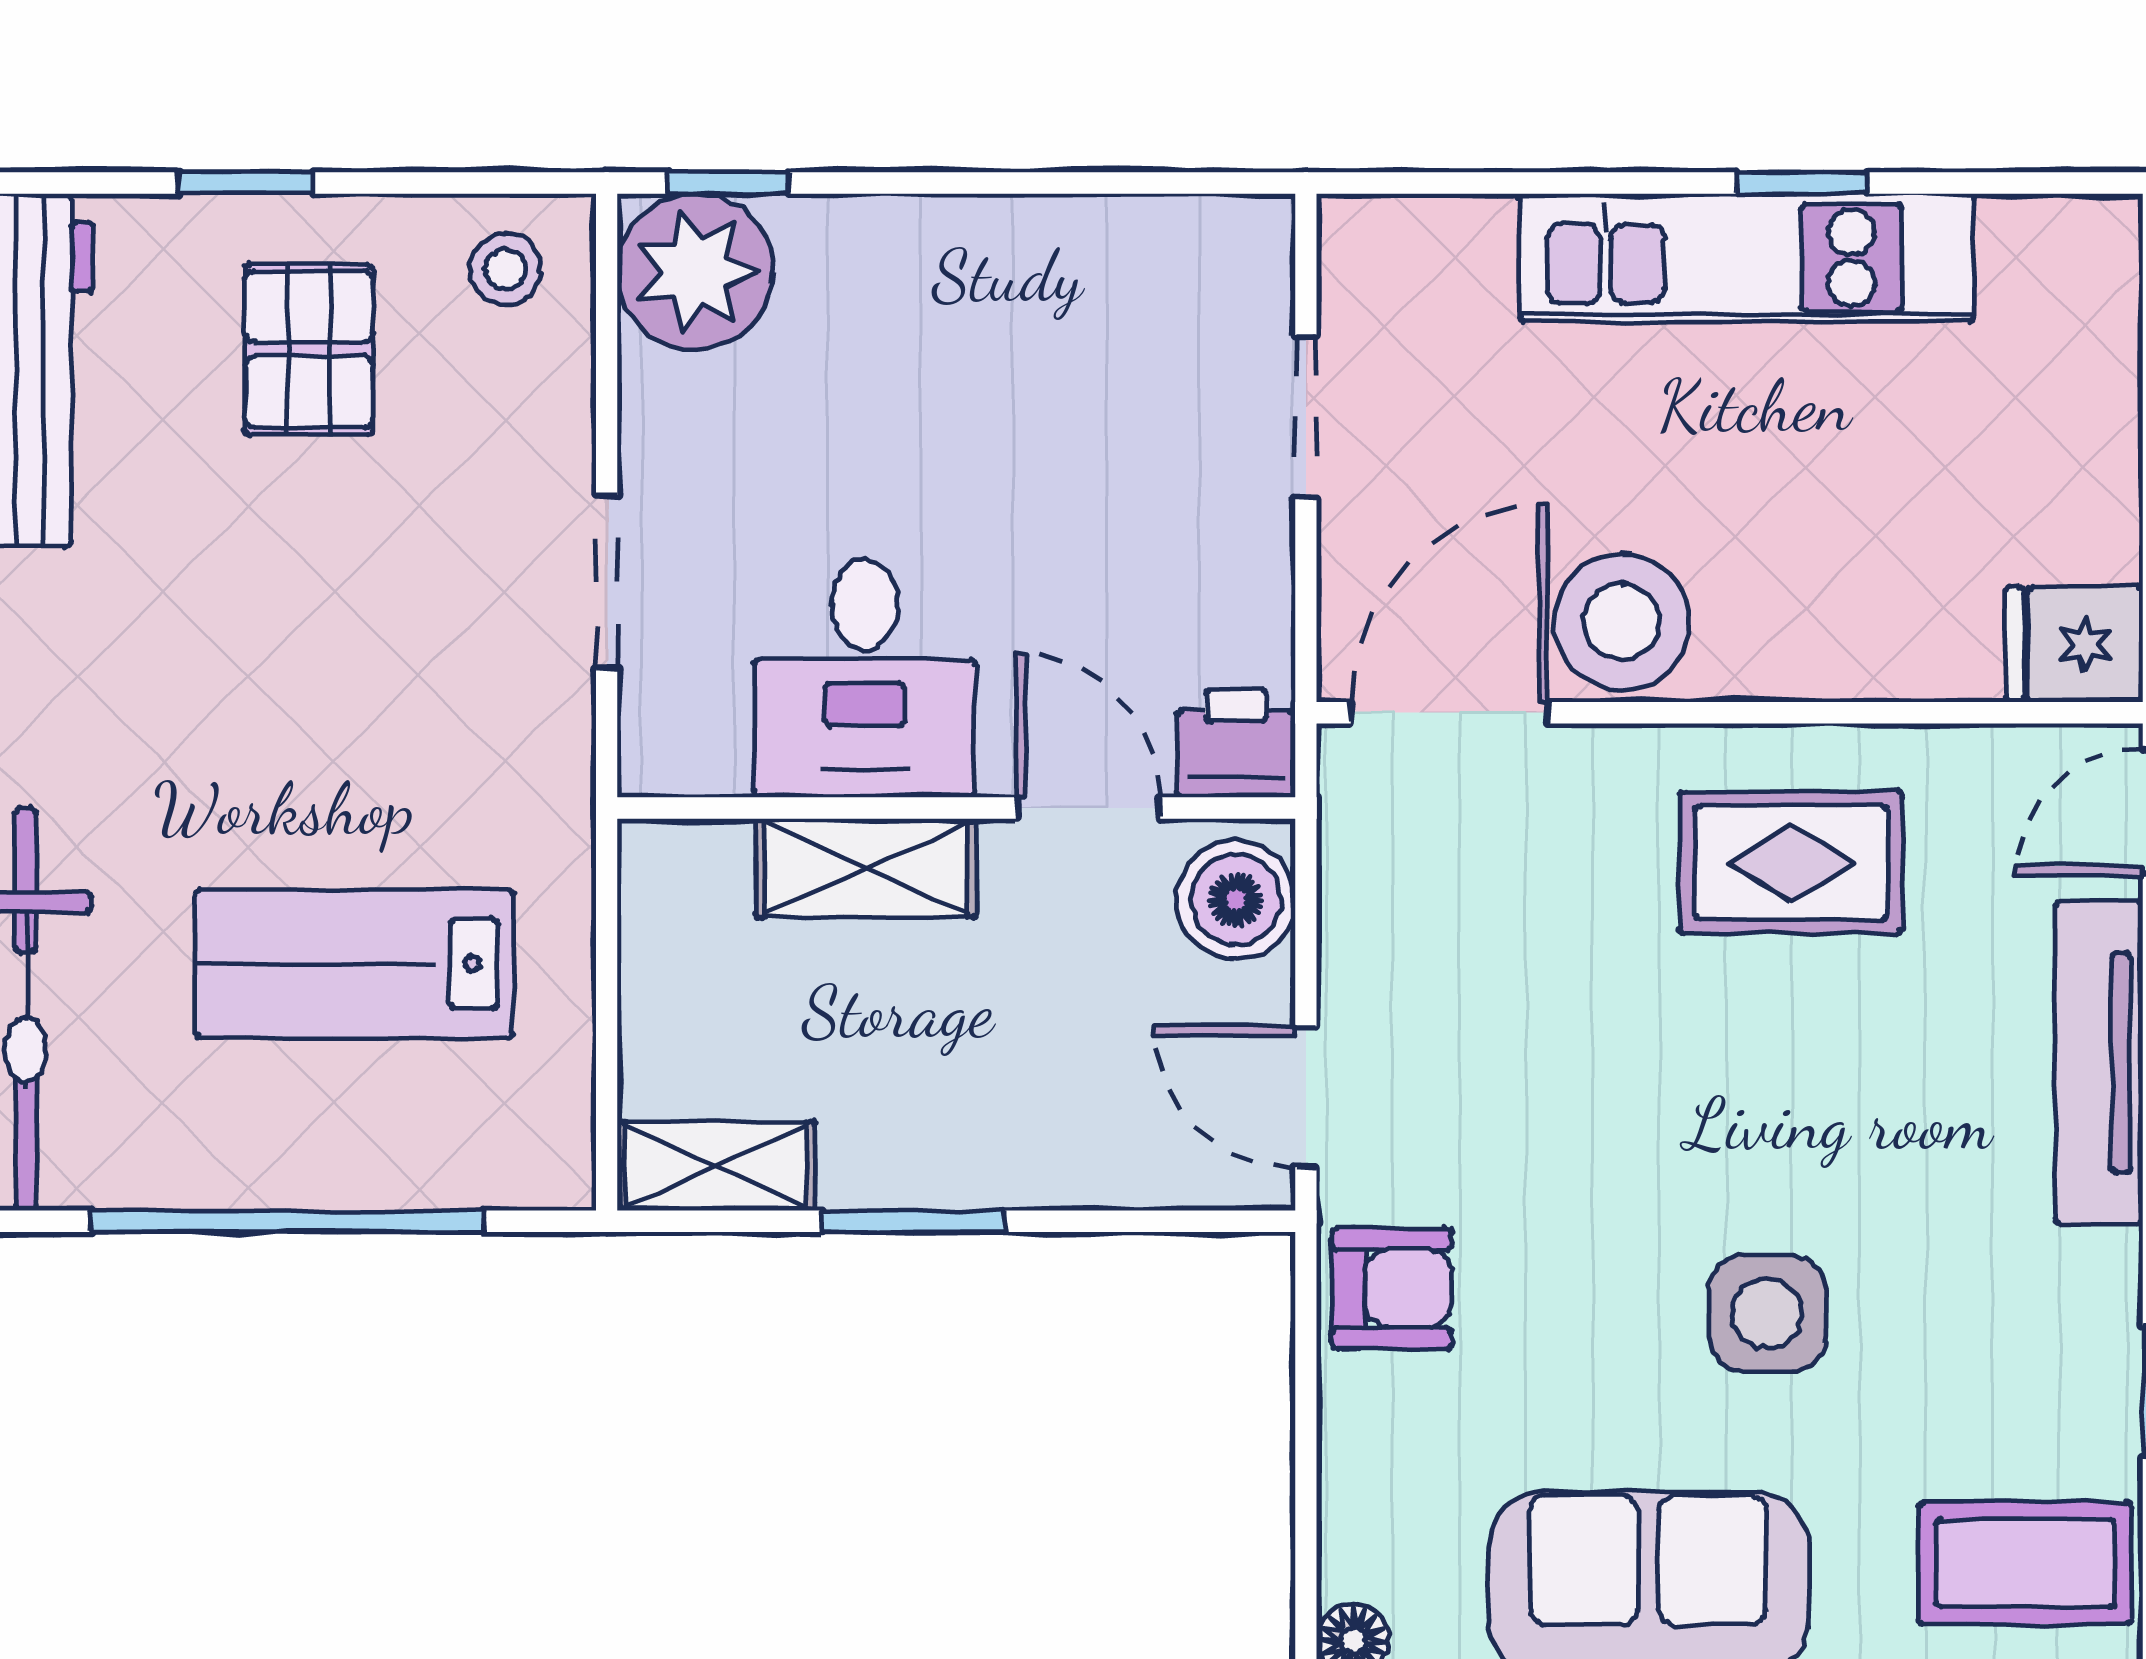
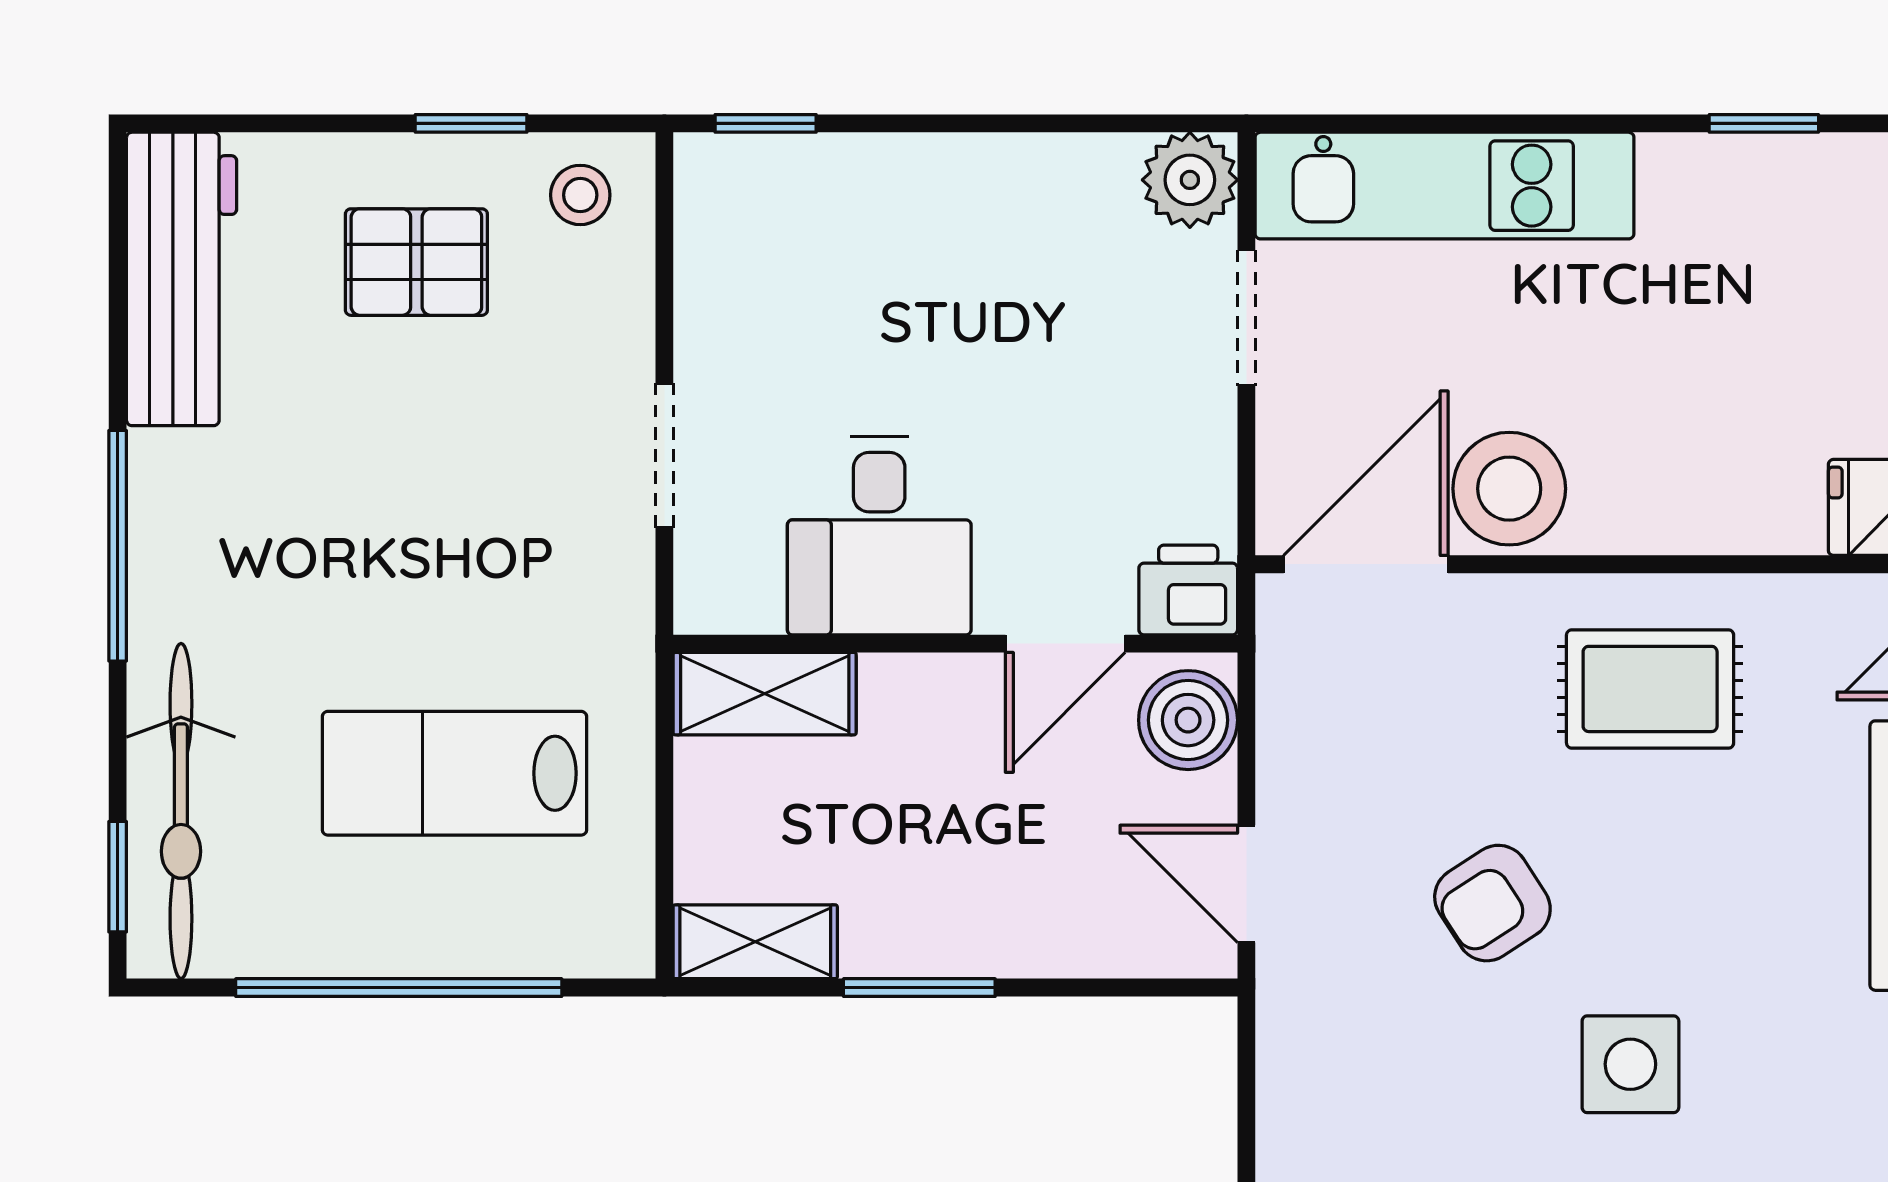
window: (246, 183) -> (471, 123), moved
window: (1802, 183) -> (1764, 123), moved
kitchen unit: (1747, 258) -> (1445, 186), moved
plant: (695, 272) -> (1190, 180), moved, width x0.73, depth x0.73
pallet: (309, 350) -> (416, 262), turned 90
door: (1088, 808) -> (1065, 644), swing flipped
shelving: (866, 868) -> (765, 694), moved
armchair: (1392, 1289) -> (1492, 903), moved, turned 147

